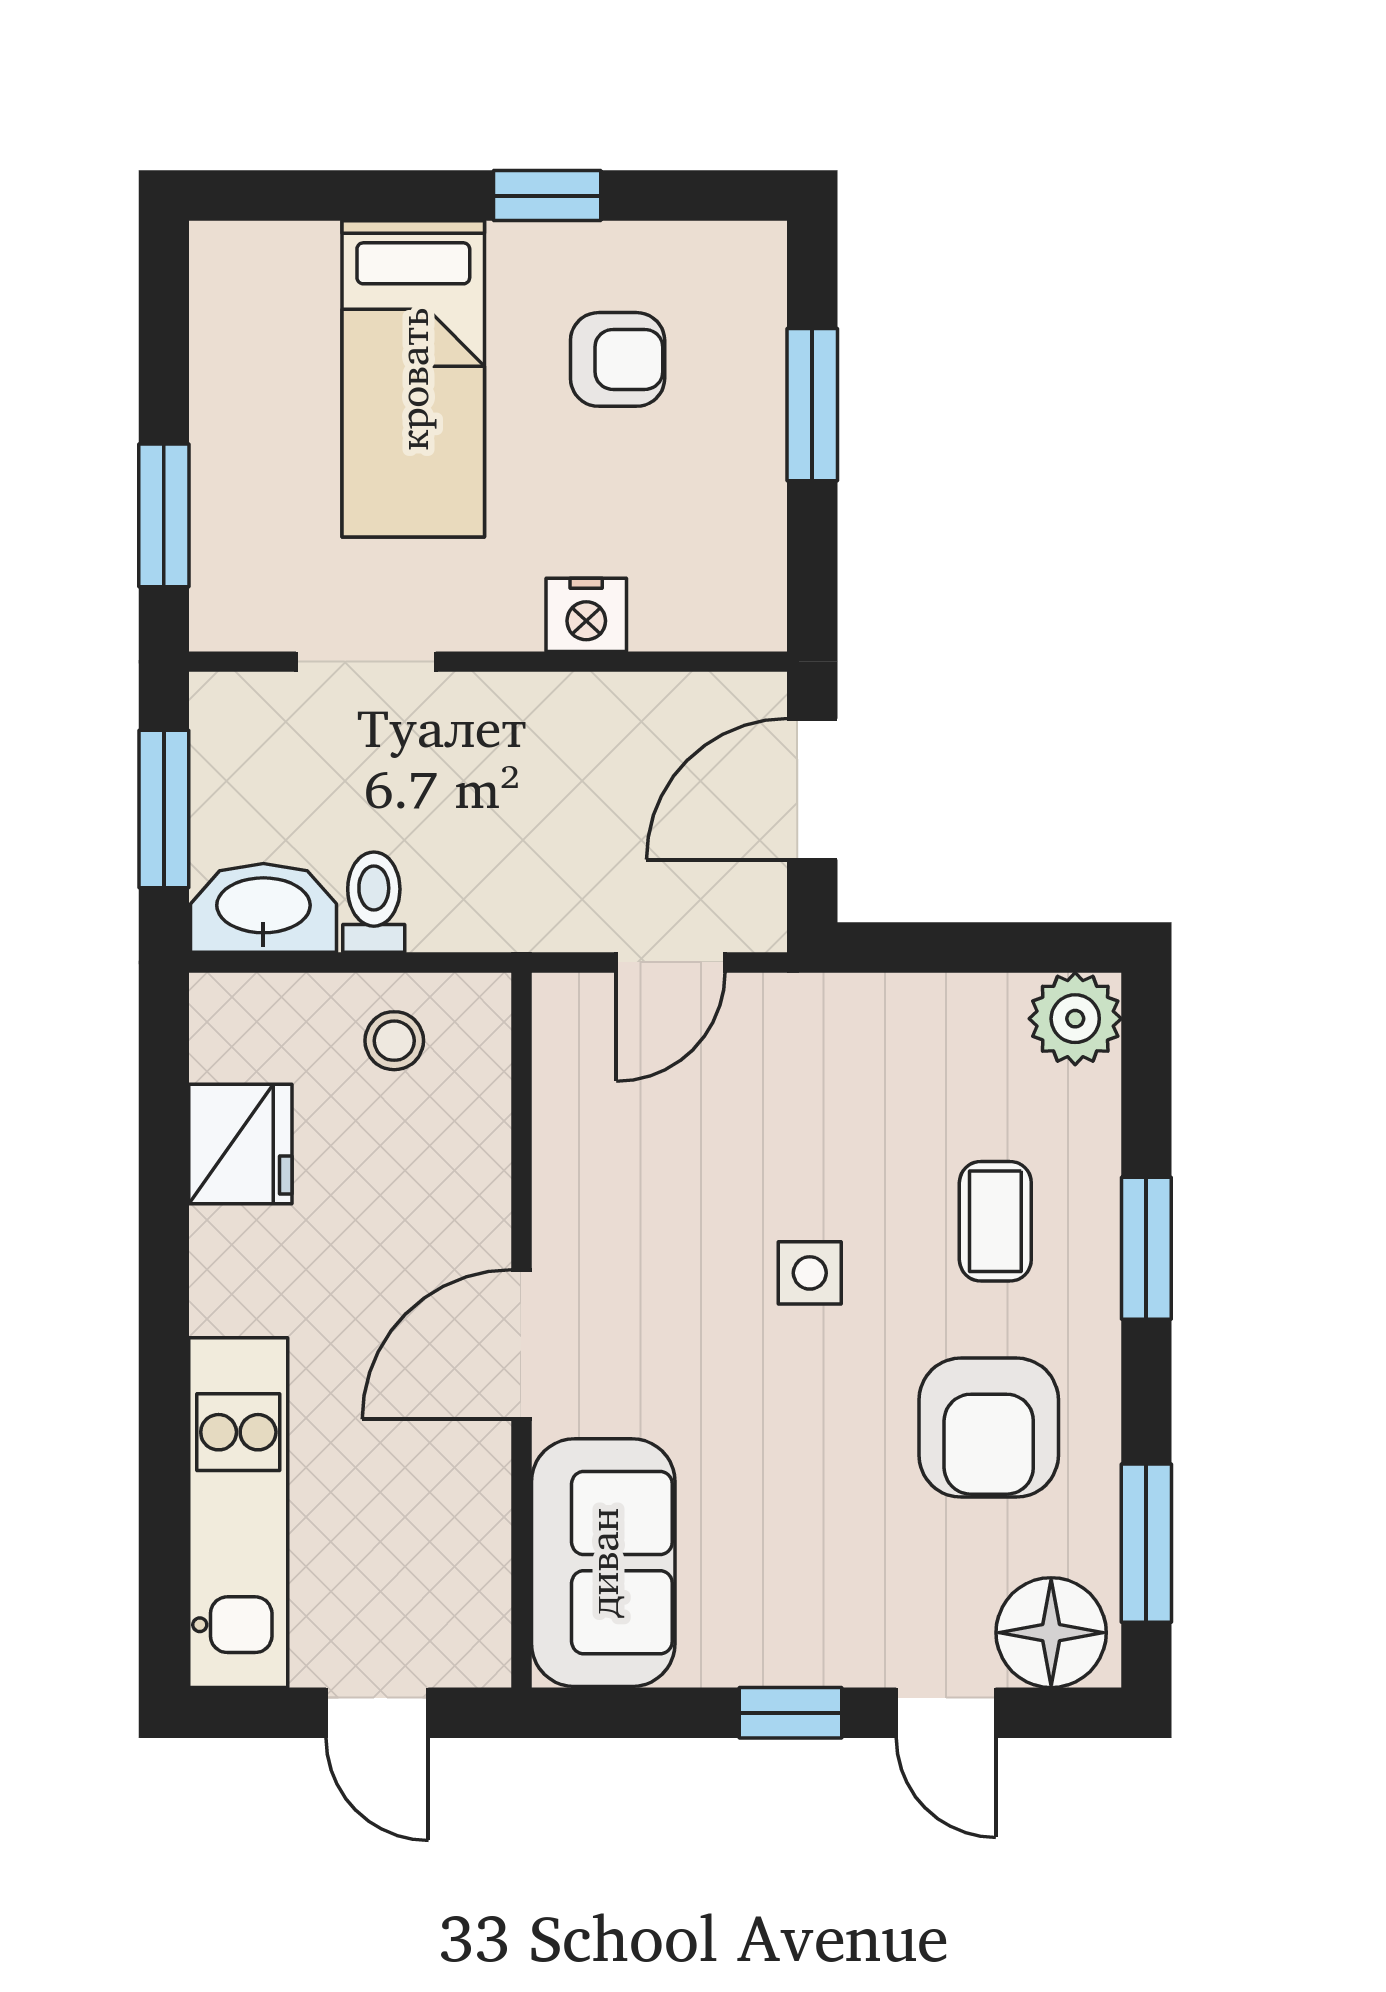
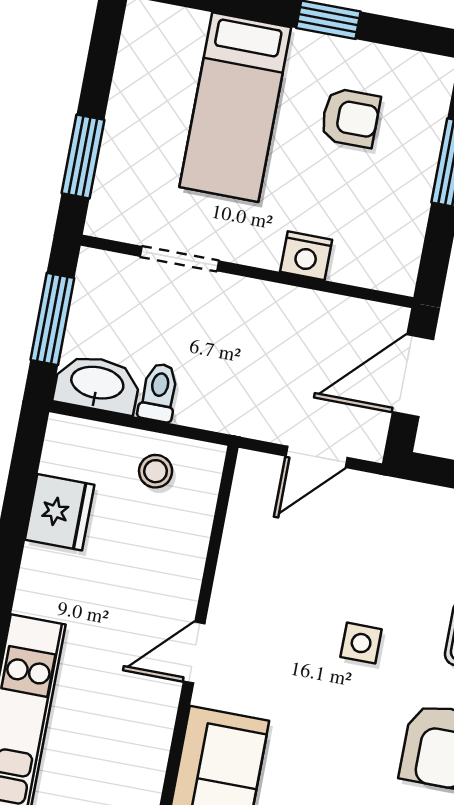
door: (521, 1345) -> (194, 653), width x0.73

